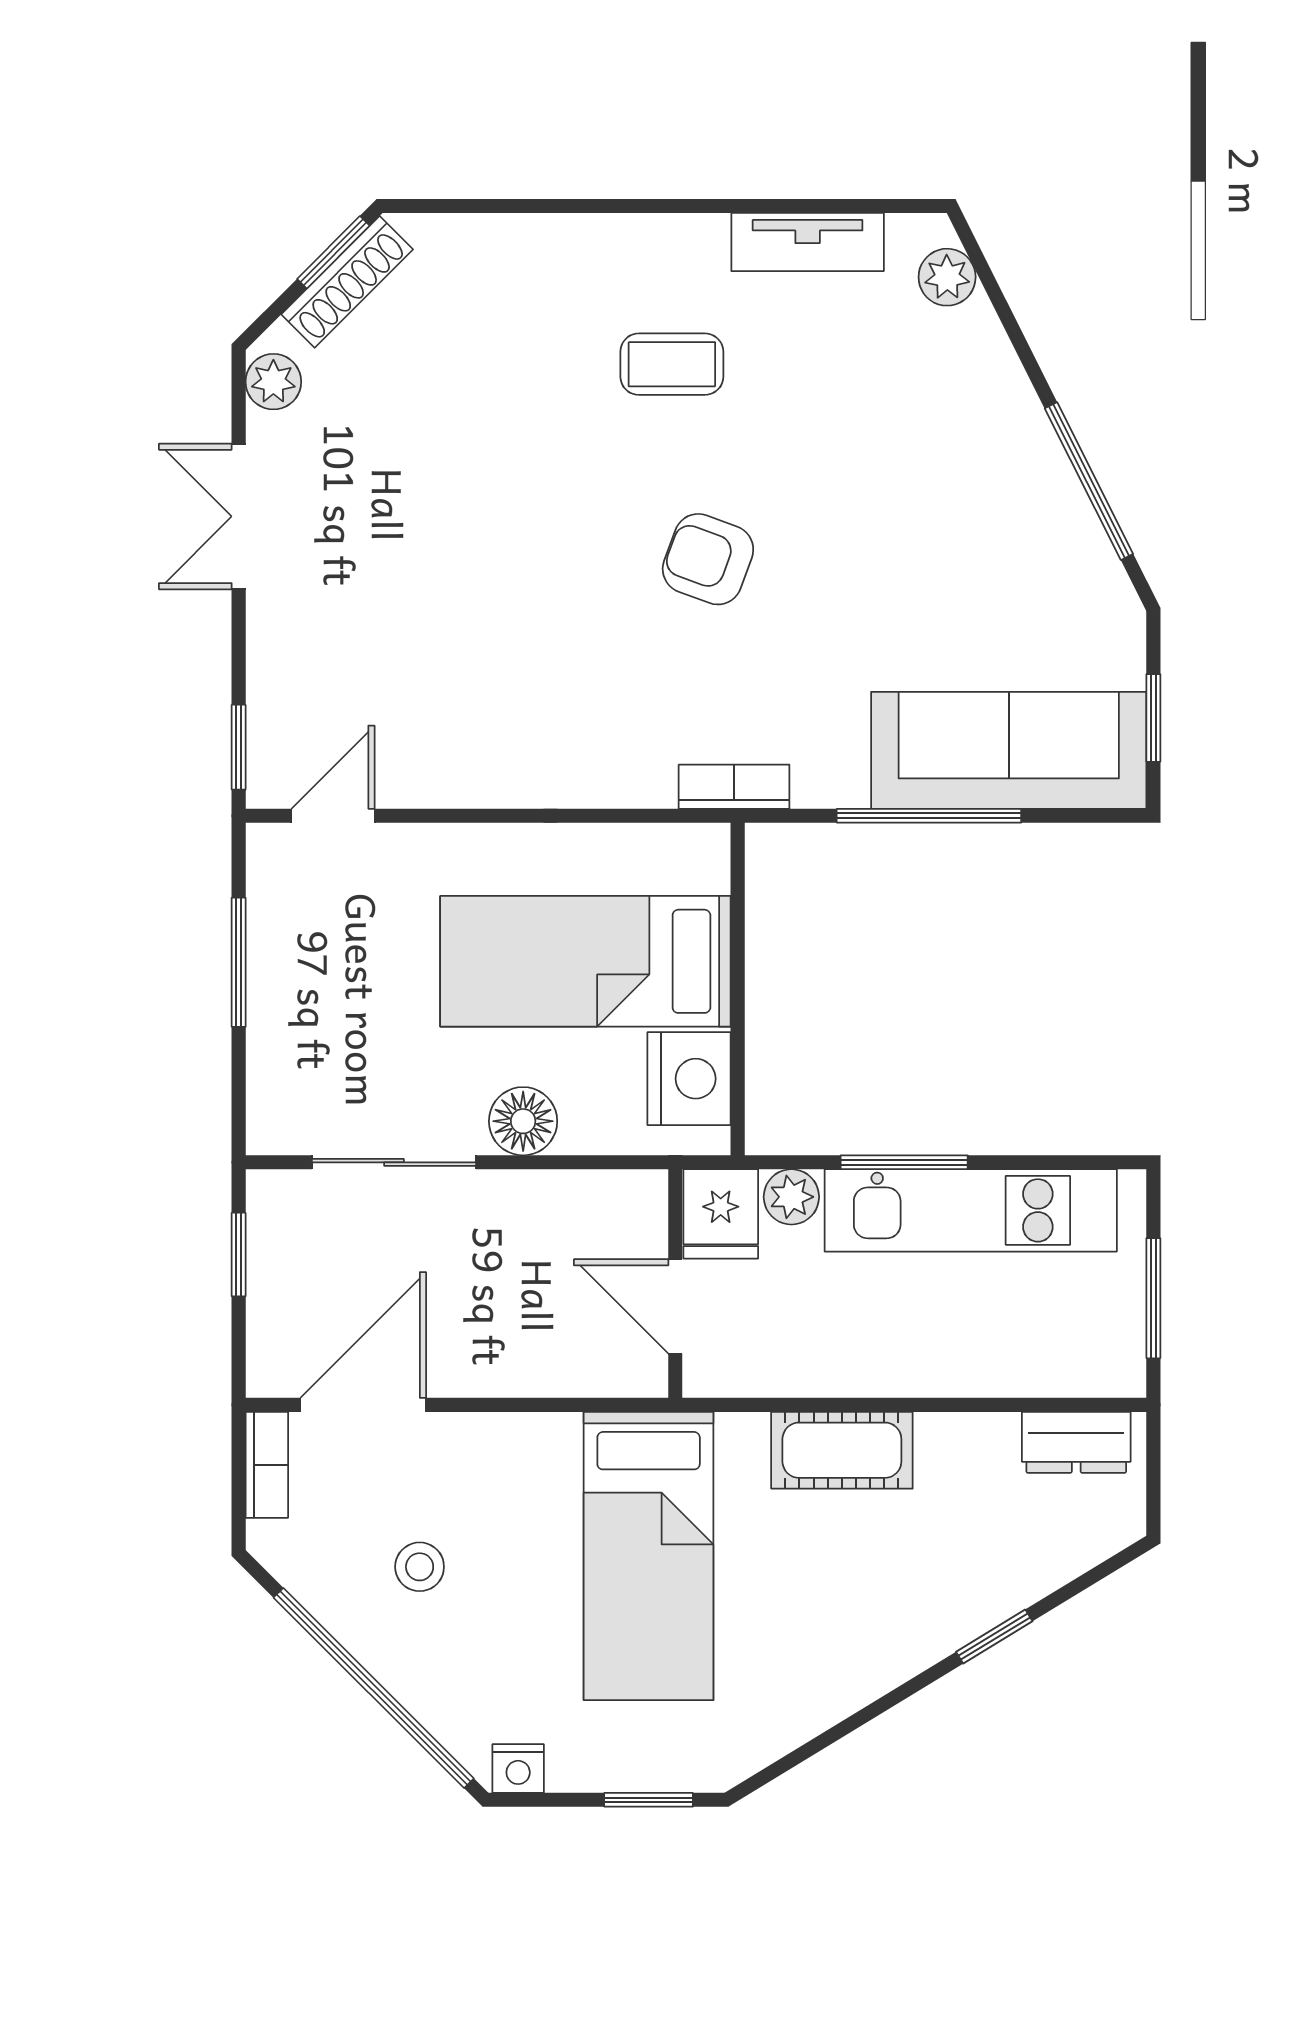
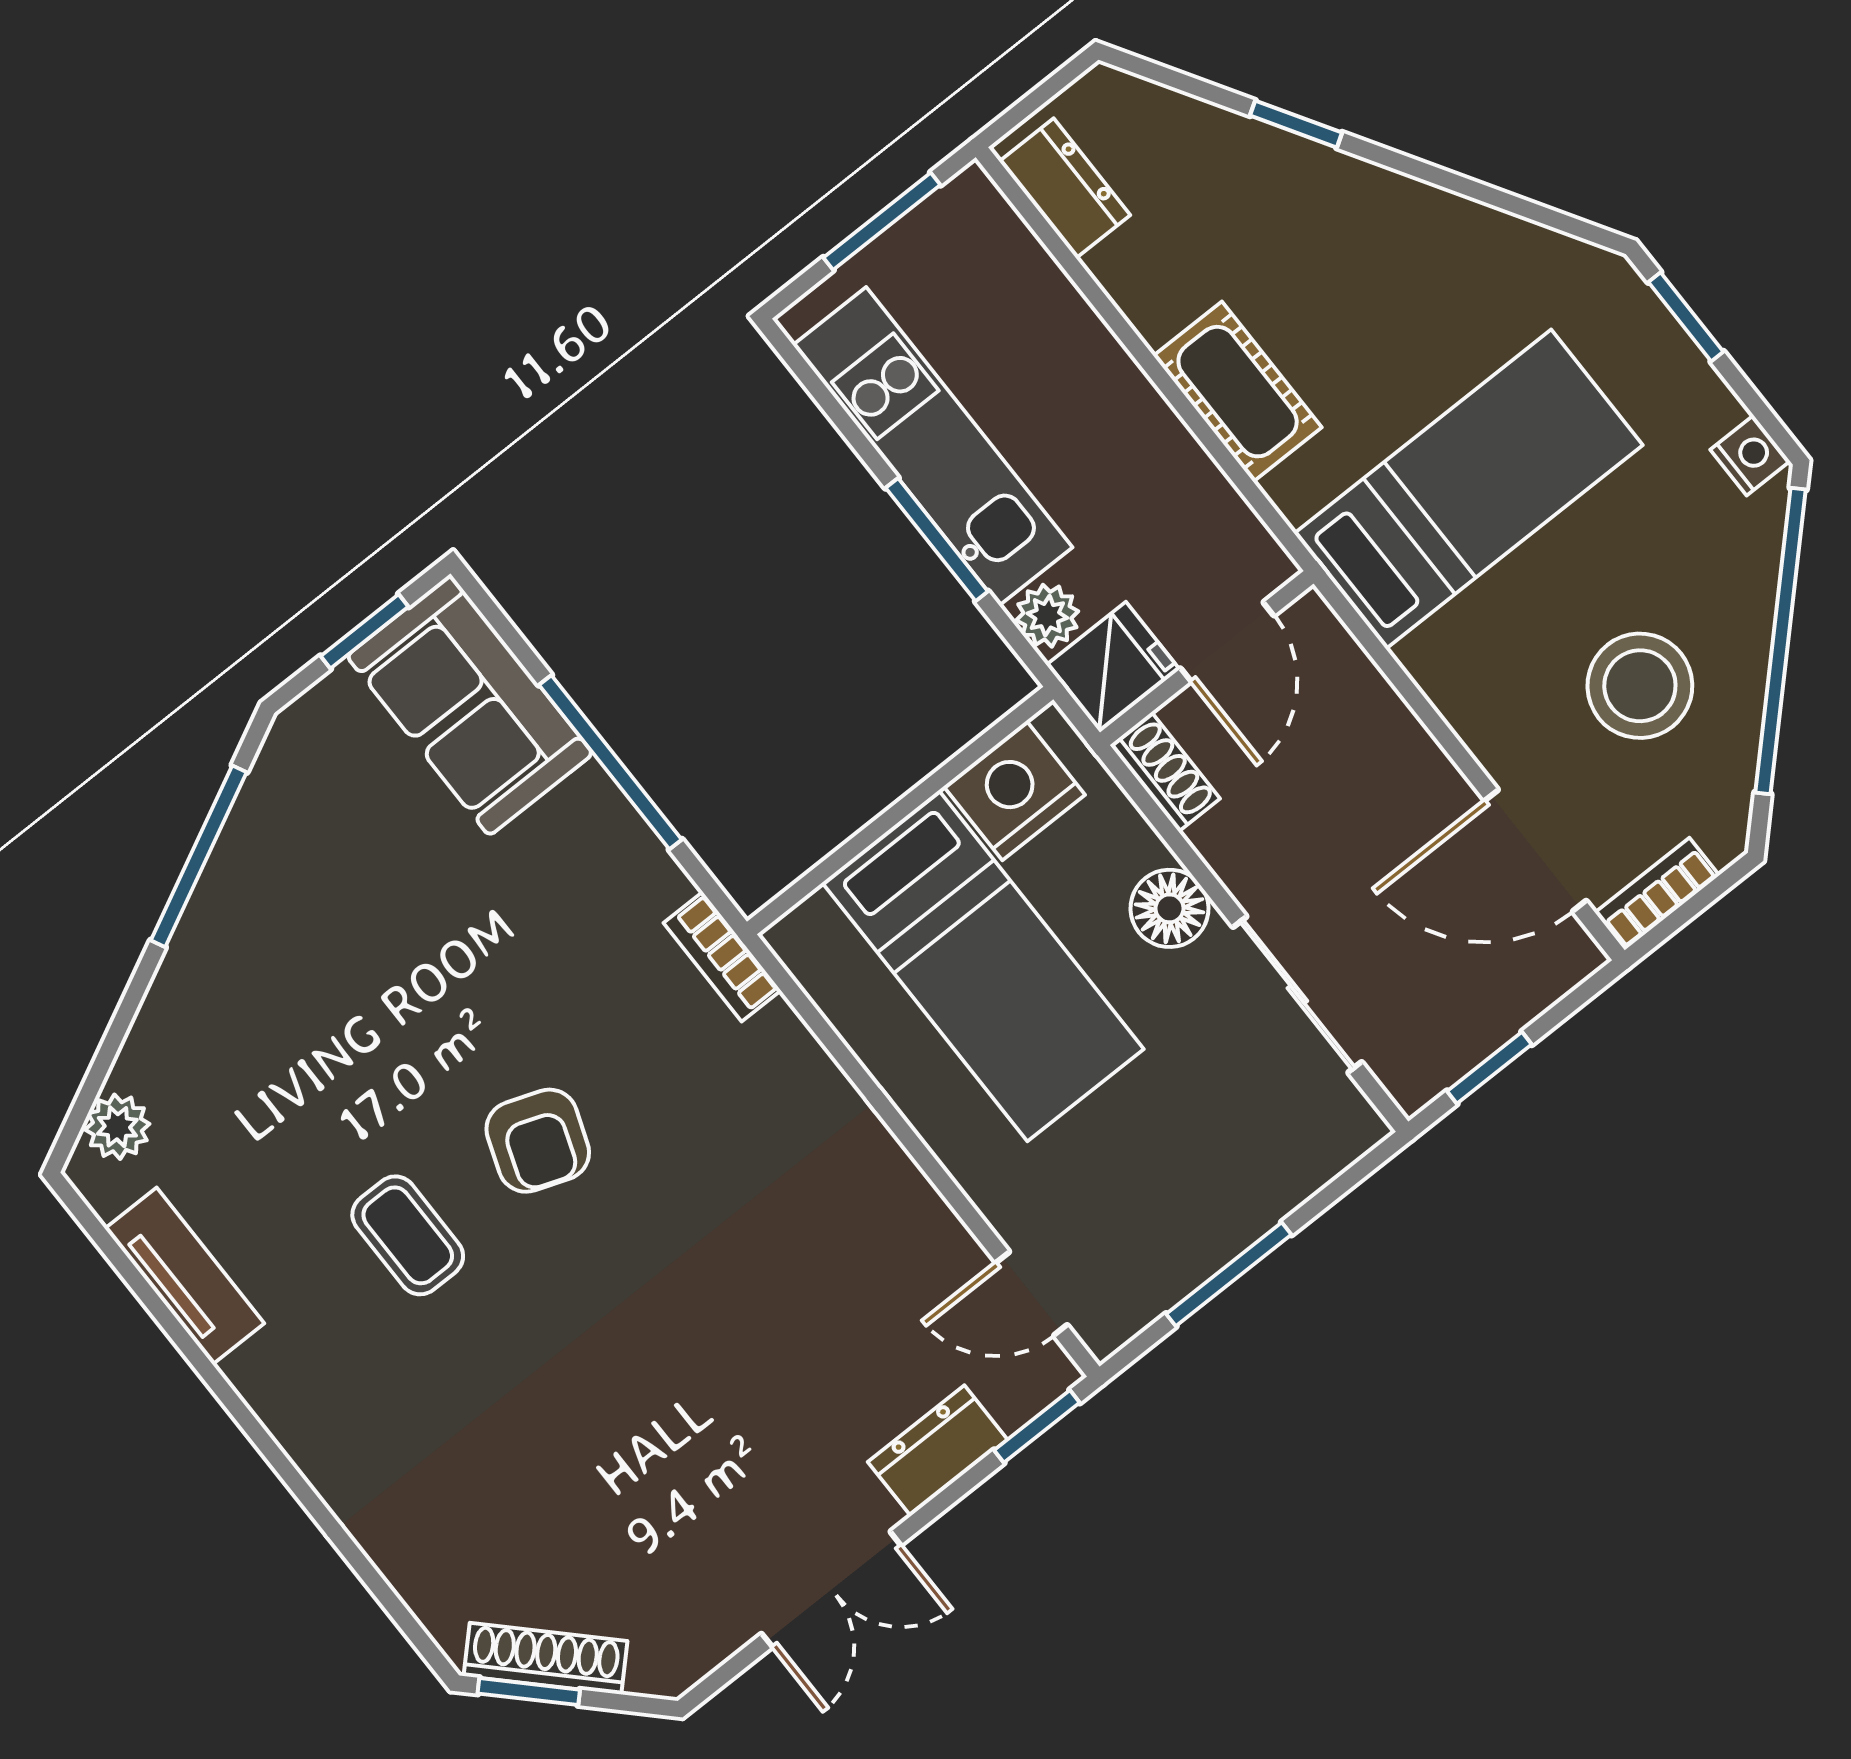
coffee table: (672, 364) -> (408, 1235), moved
plant: (273, 382) -> (687, 1654), removed
dresser: (276, 665) -> (938, 1451), added
sofa: (1009, 750) -> (470, 705), width x0.73
shoe rack: (619, 1193) -> (1165, 772), added
stool: (420, 1567) -> (1640, 686), width x1.89, depth x1.89

